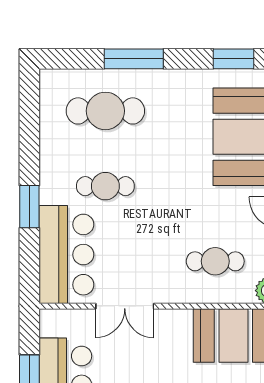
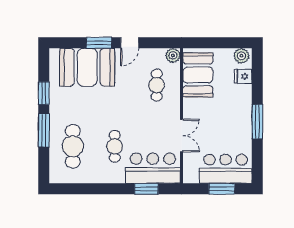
window: (234, 59) -> (44, 93), moved
window: (29, 207) -> (146, 189), moved

